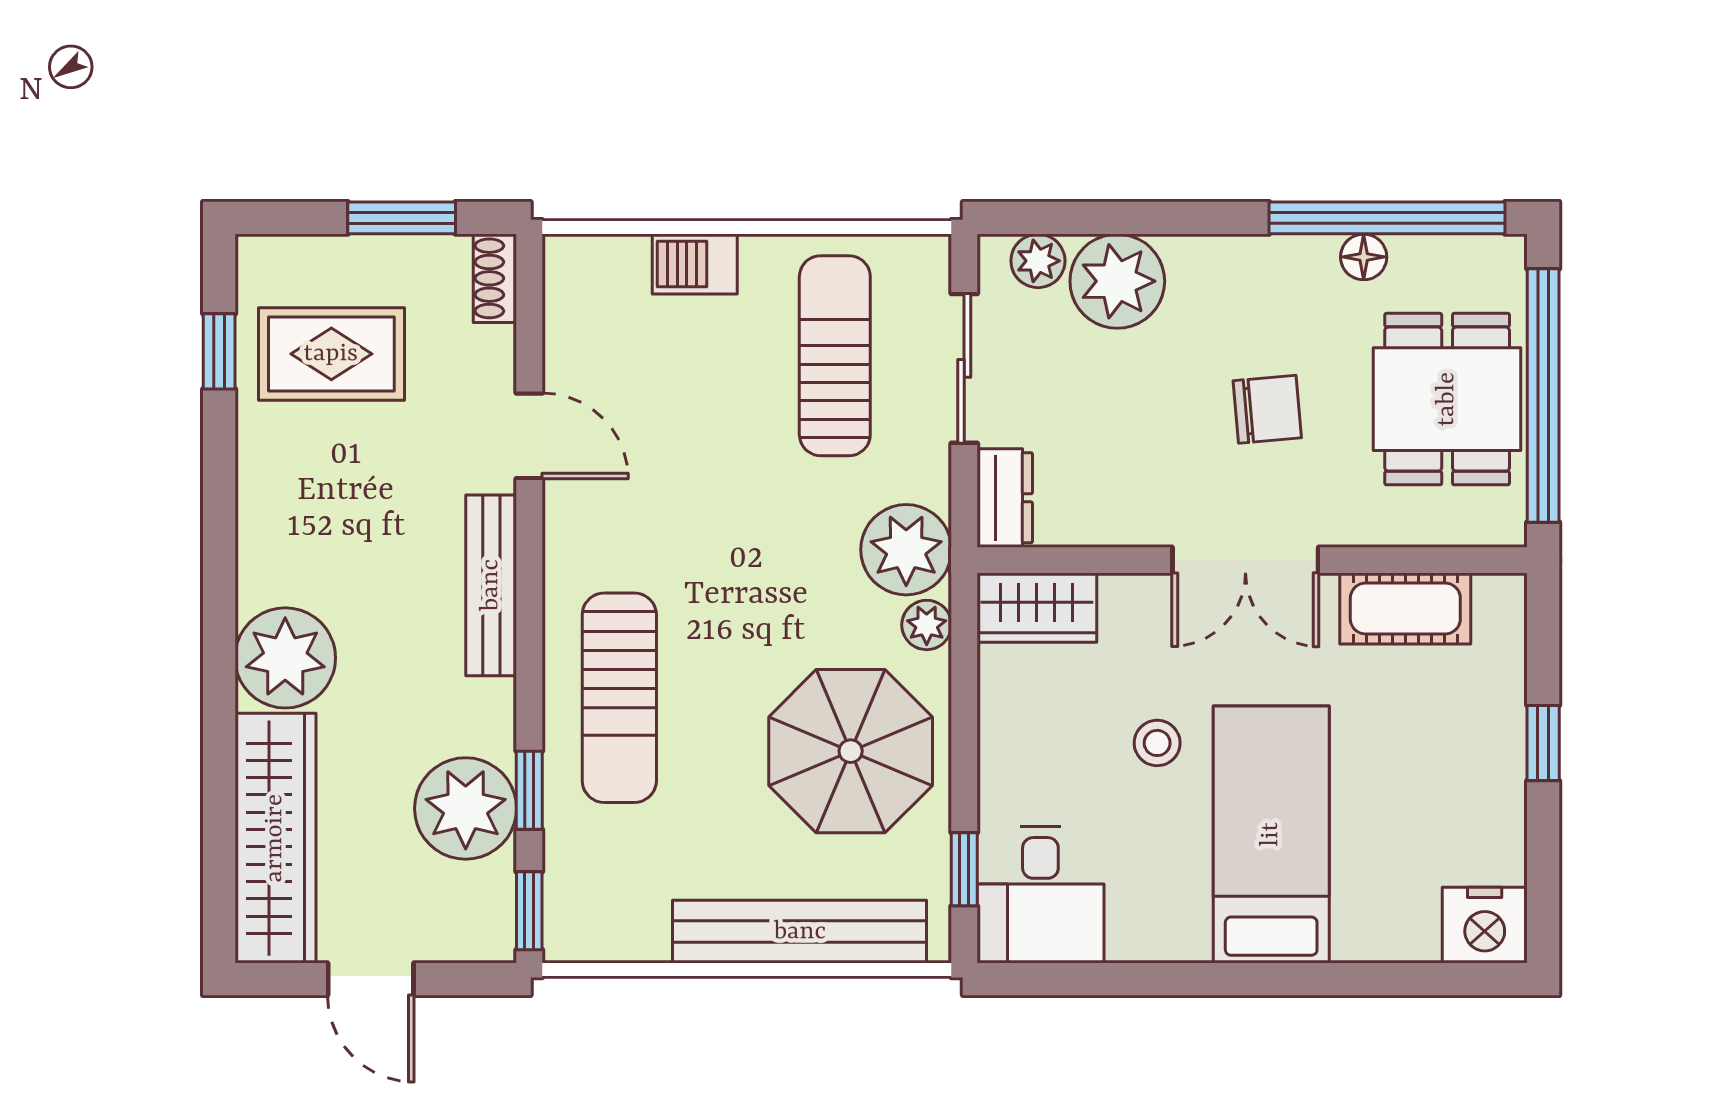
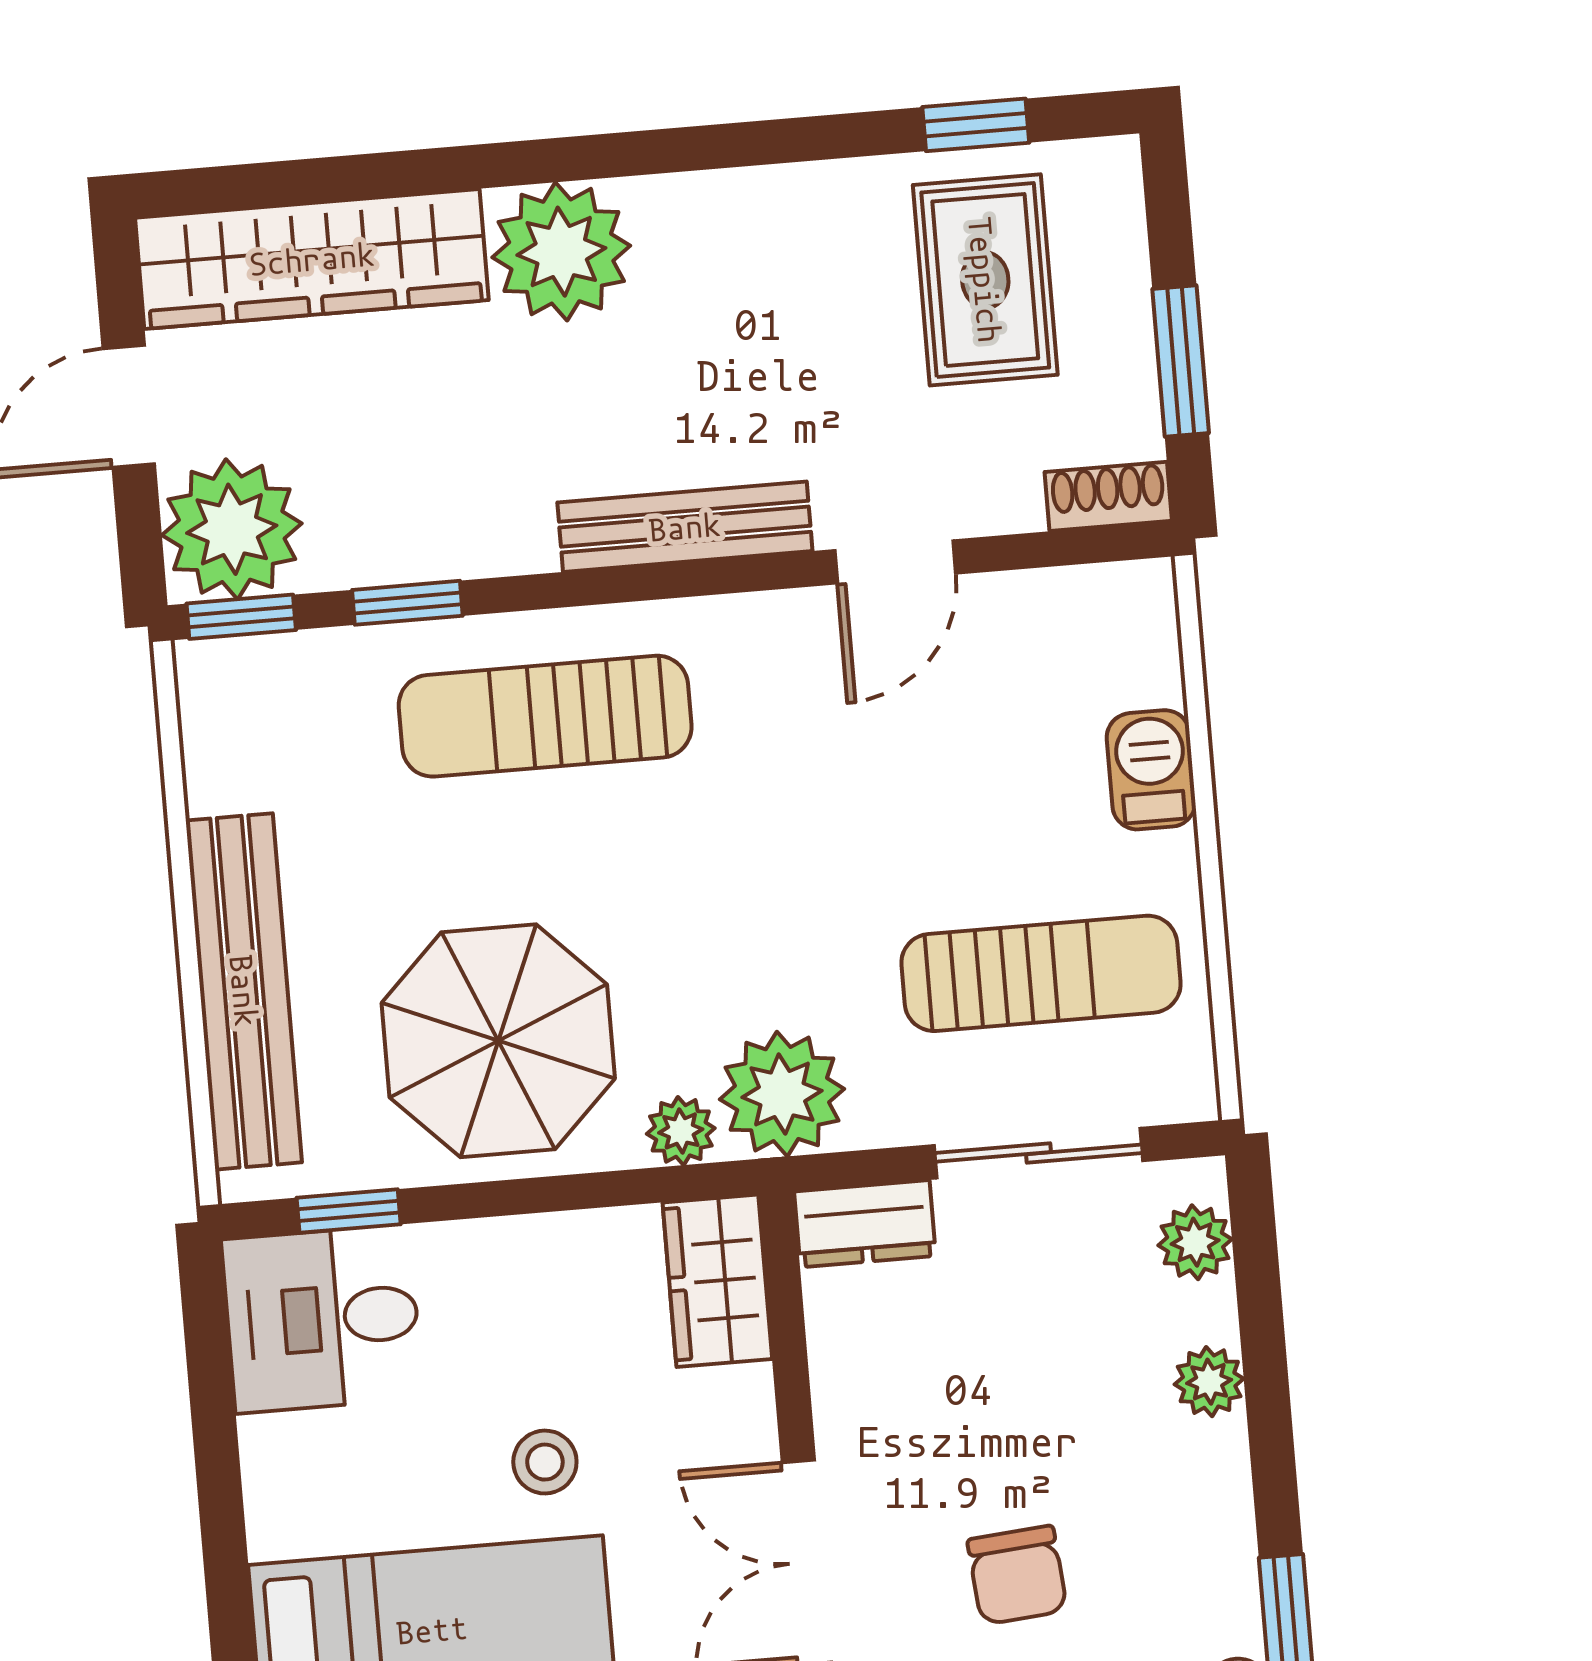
plant: (1117, 281) -> (1209, 1382), width x0.53, depth x0.53
plant: (466, 808) -> (232, 529), moved

